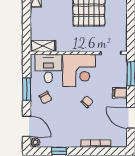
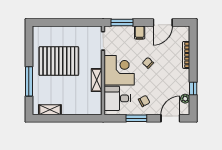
shelving: (43, 46) -> (97, 80), moved
plant: (35, 142) -> (185, 99), moved

